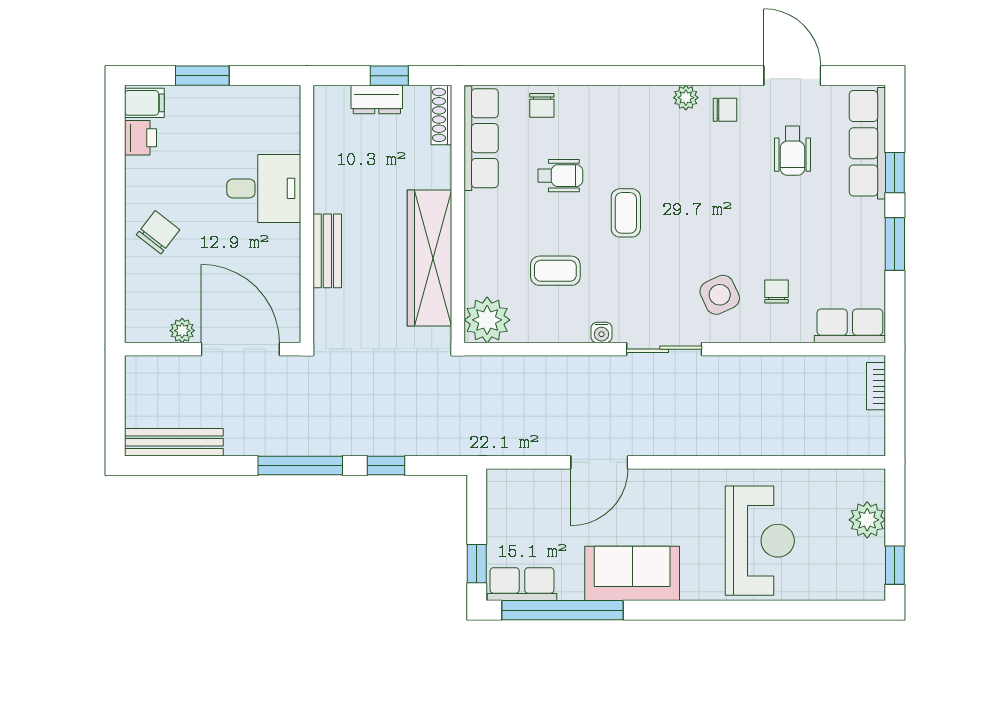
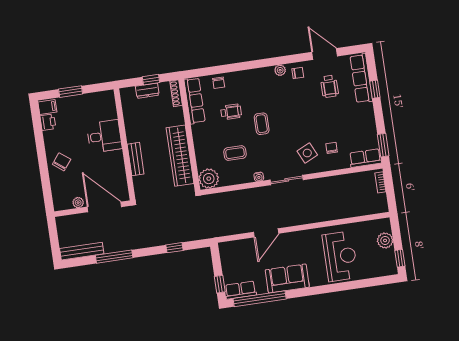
window: (895, 244) -> (383, 145), moved
window: (300, 466) -> (114, 257), moved

